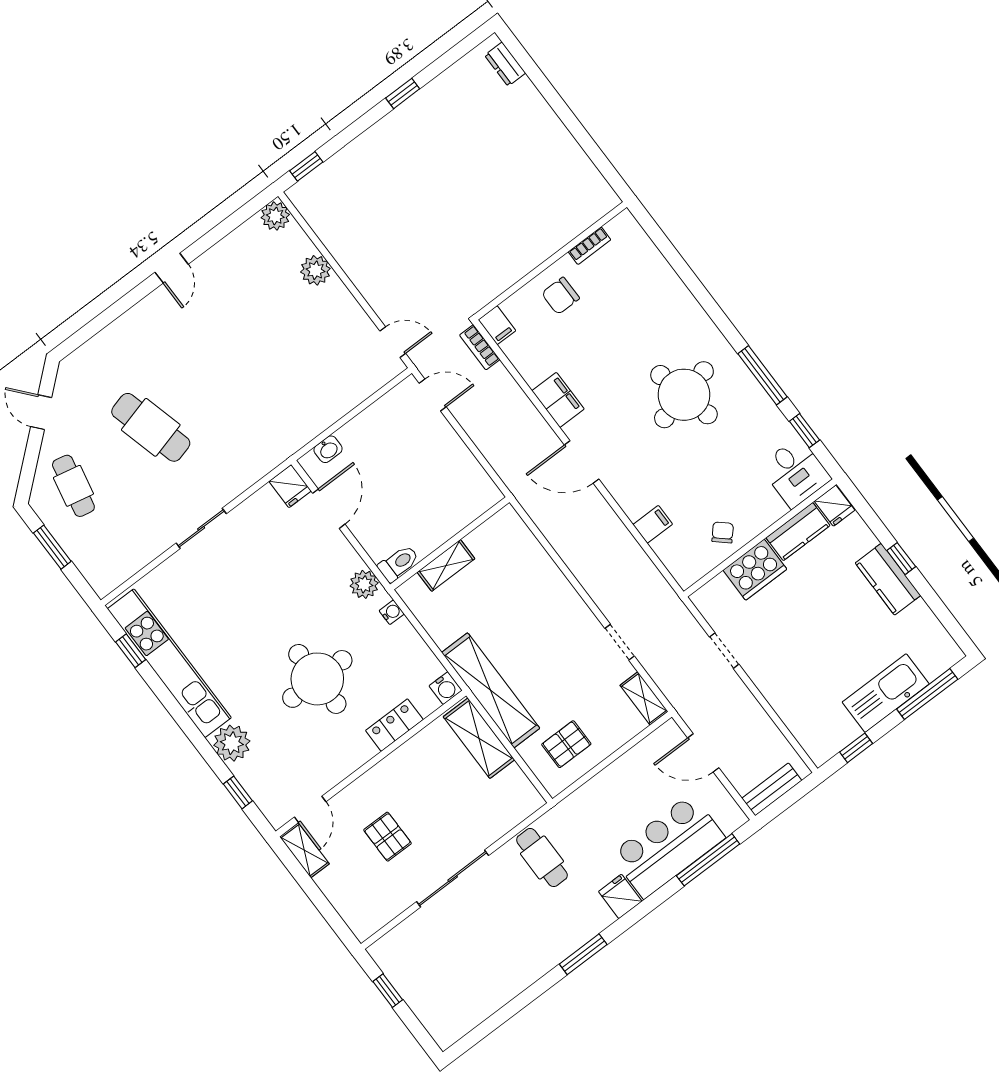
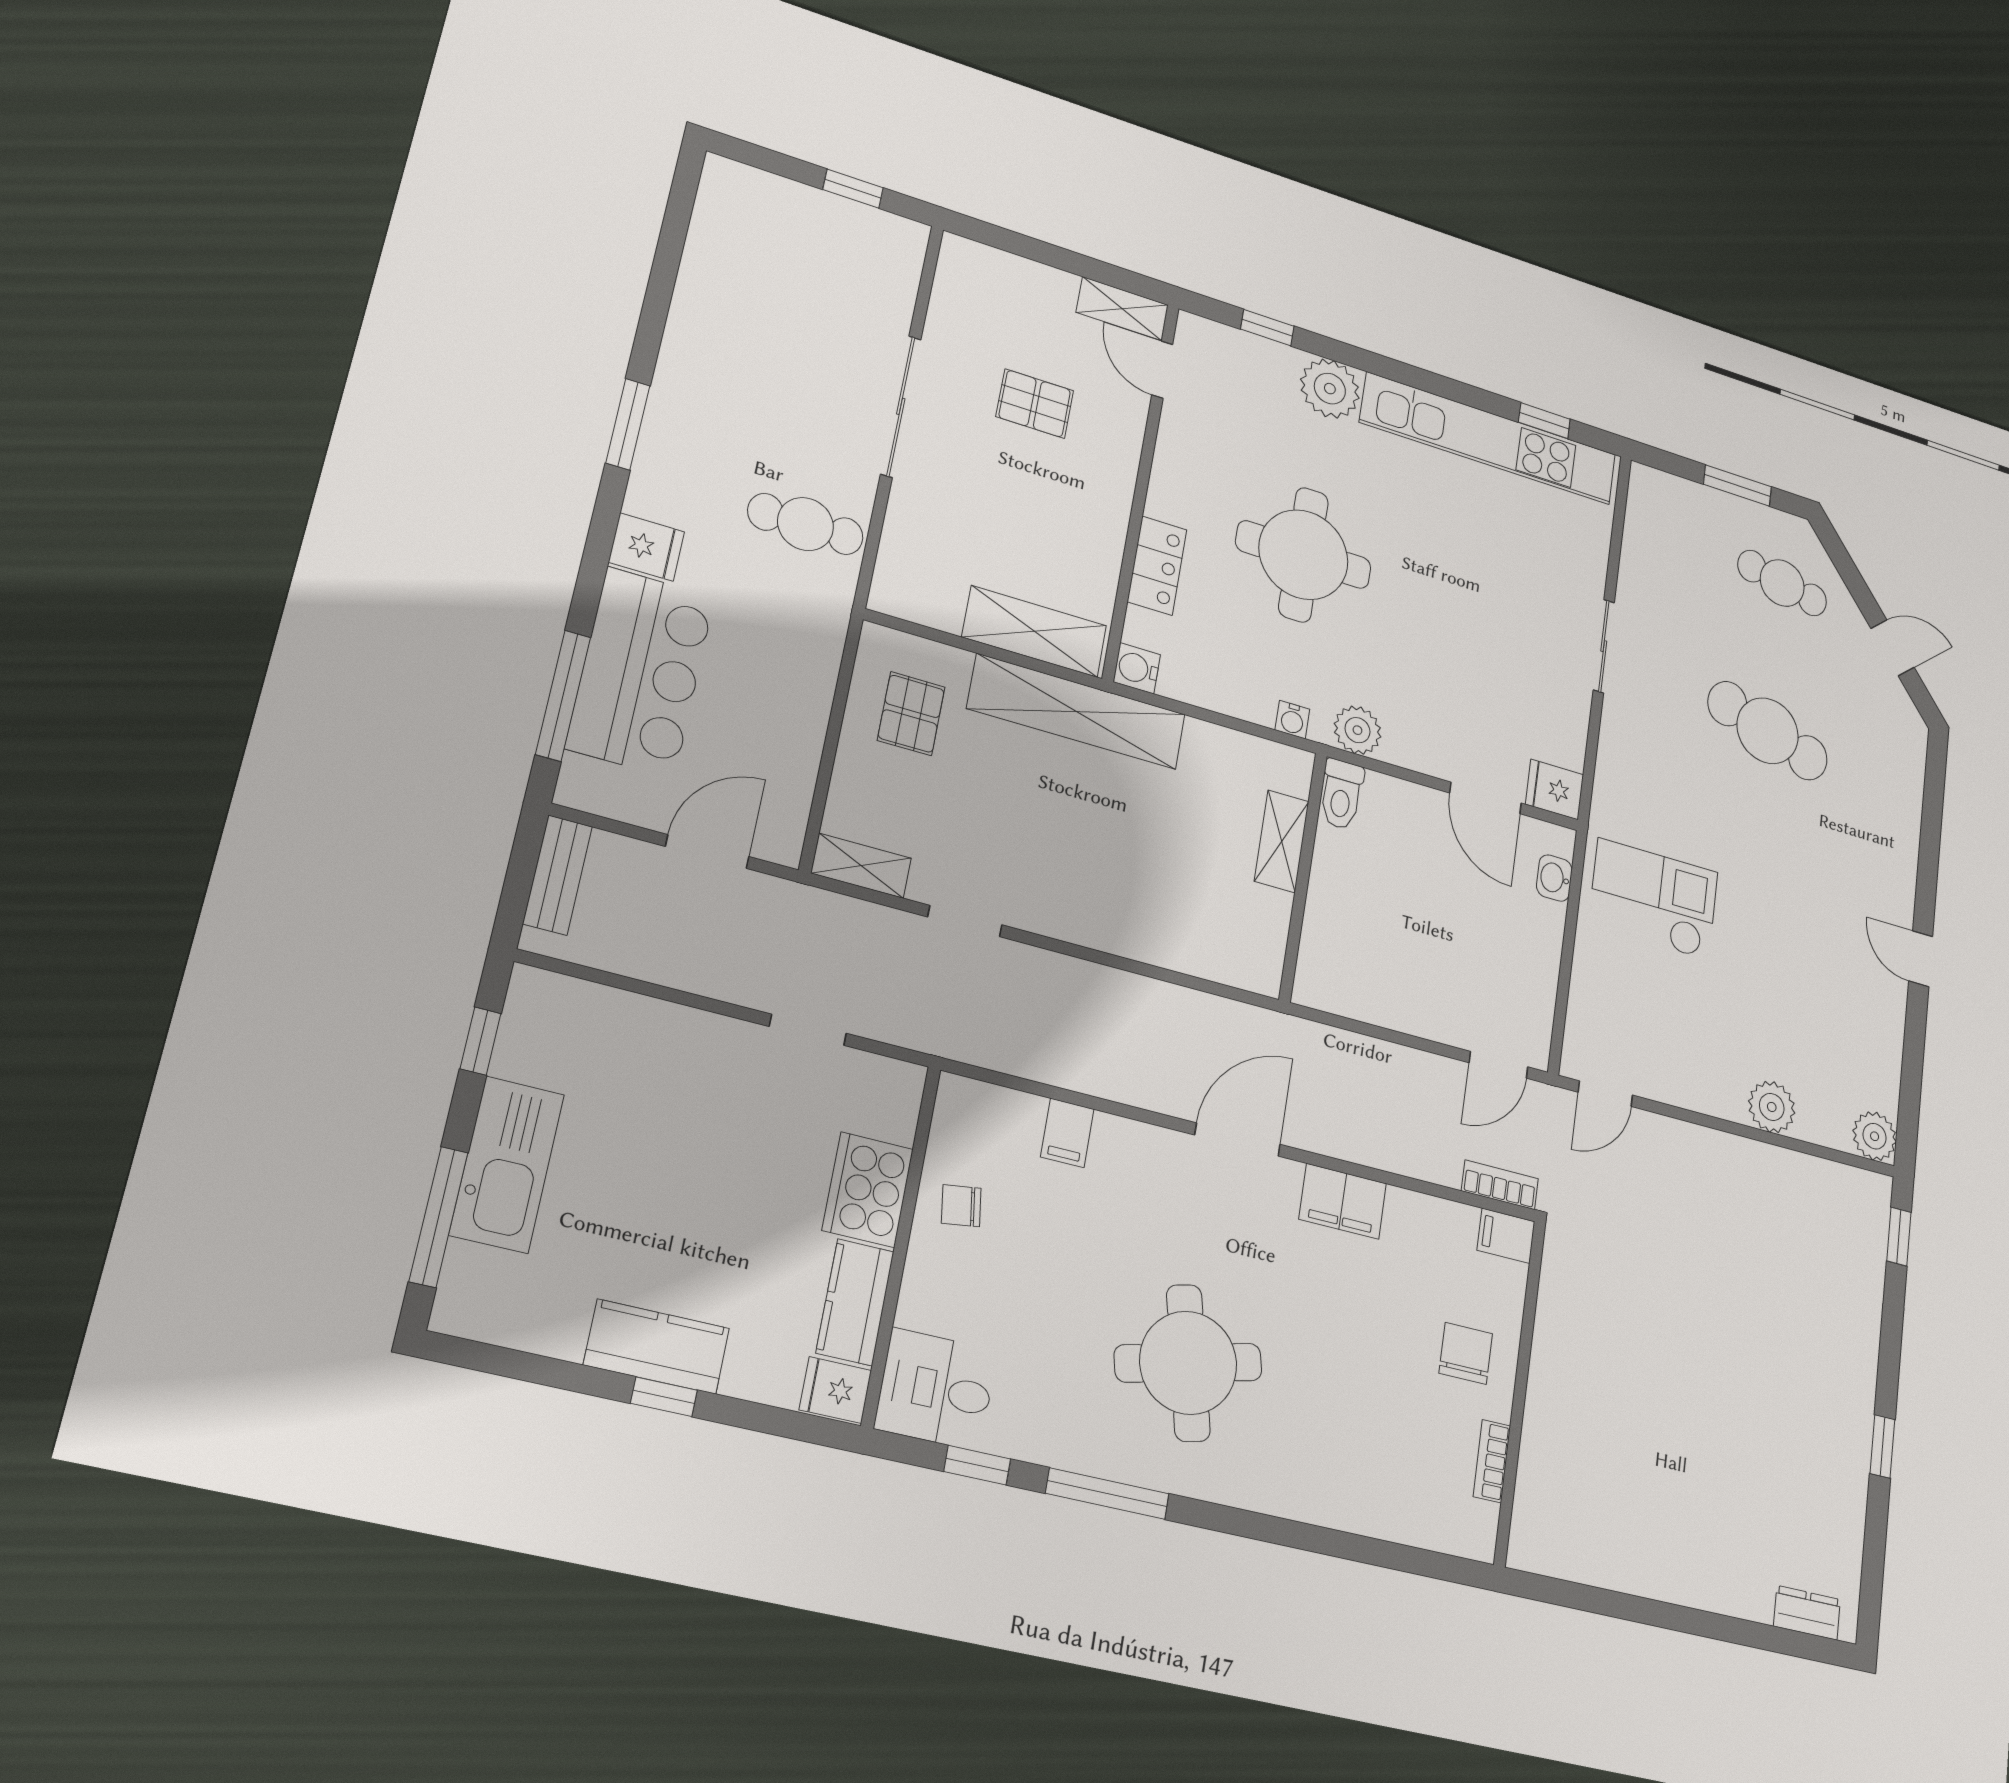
checkout: (287, 402) -> (1653, 899), added
cafe table: (151, 427) -> (1768, 731), turned 33
chair: (723, 532) -> (961, 1206), turned 130

